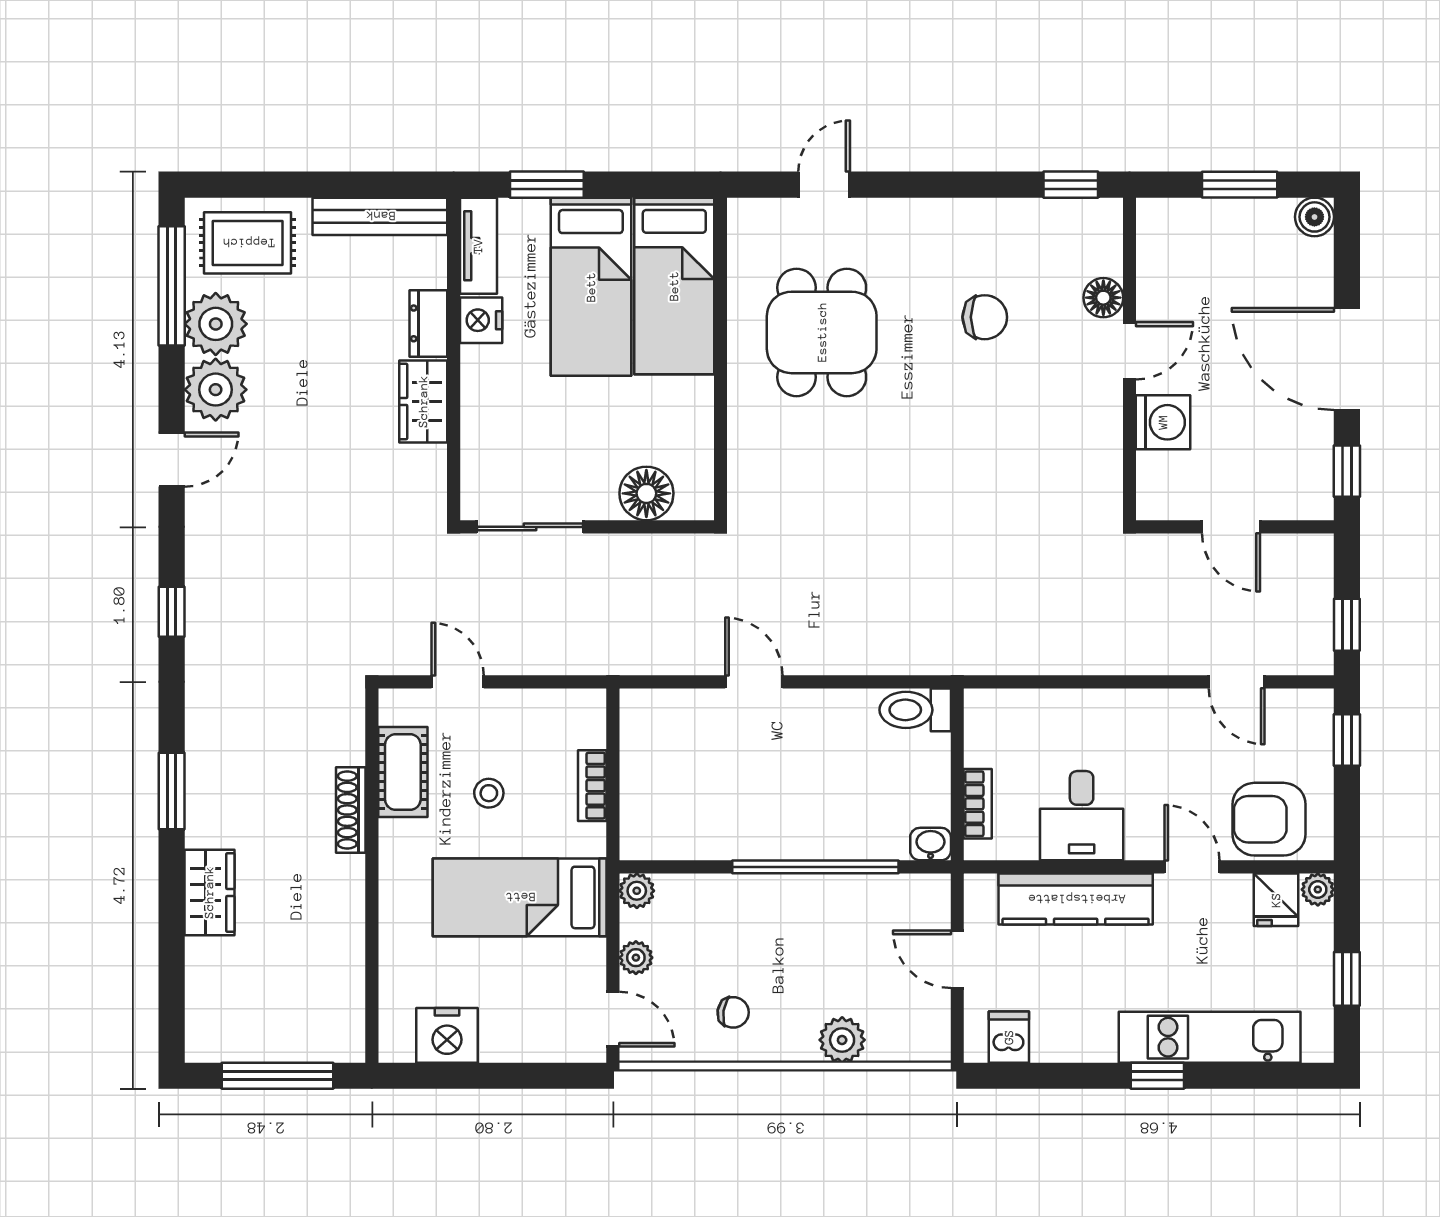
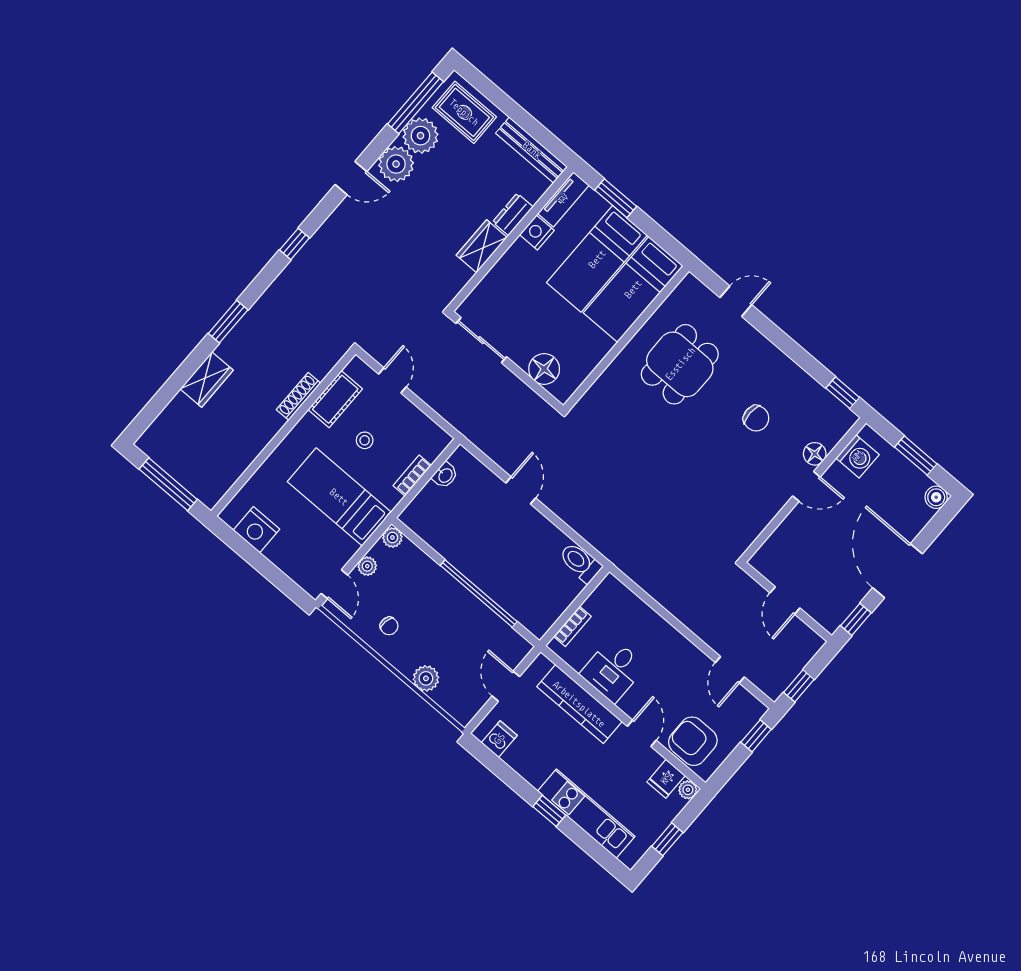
washing machine: (1163, 422) -> (857, 456), moved
washbasin: (931, 844) -> (445, 475), moved, turned 90

